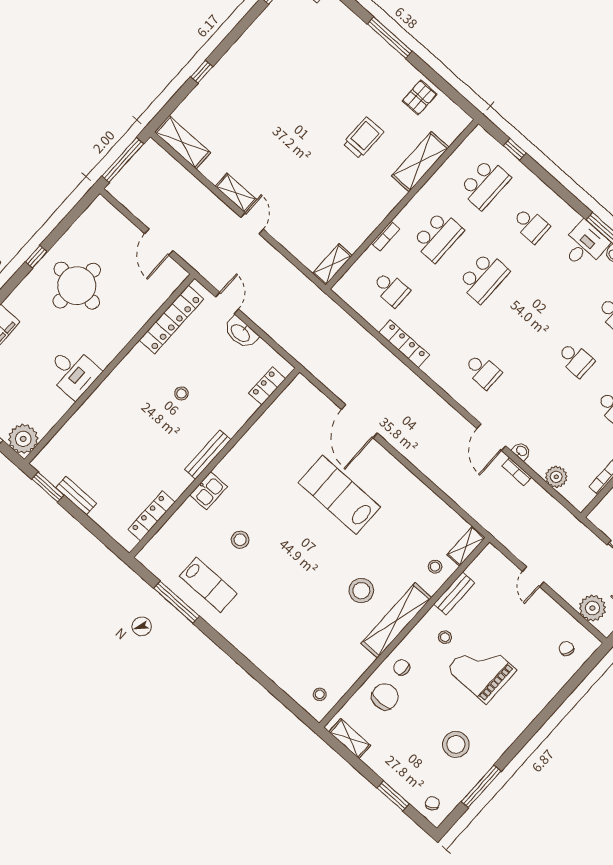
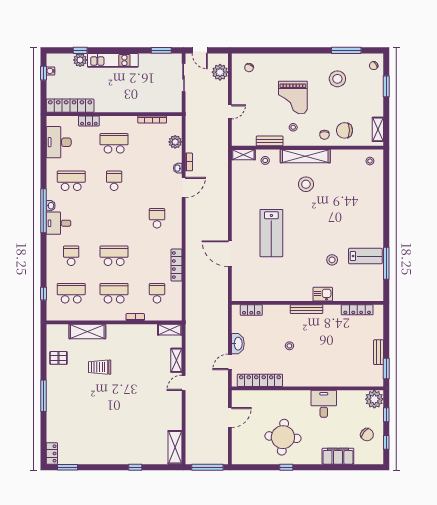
shelving: (236, 193) -> (176, 360), moved
door: (359, 421) -> (230, 254), swing flipped
lab bench: (208, 585) -> (365, 256), turned 90

